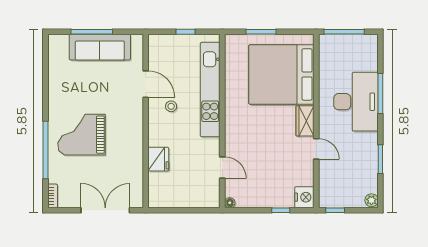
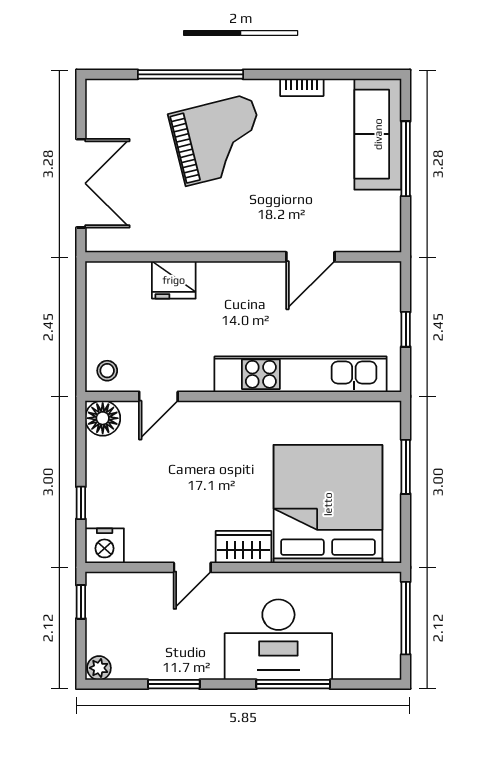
sofa: (100, 47) -> (378, 134), moved
stool: (171, 106) -> (107, 371), moved
grand piano: (81, 135) -> (218, 140), turned 76
bookcase: (53, 196) -> (302, 87), moved
floor lamp: (230, 203) -> (103, 418), width x1.89, depth x1.89

